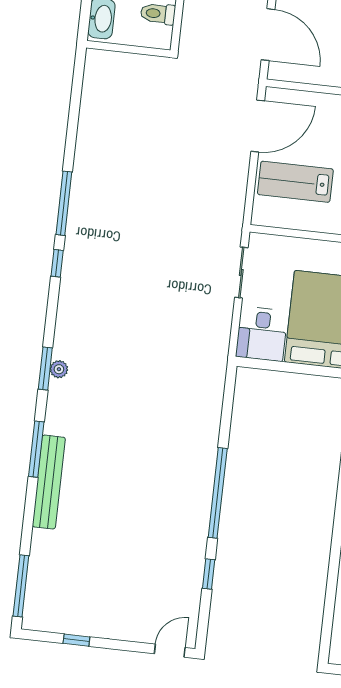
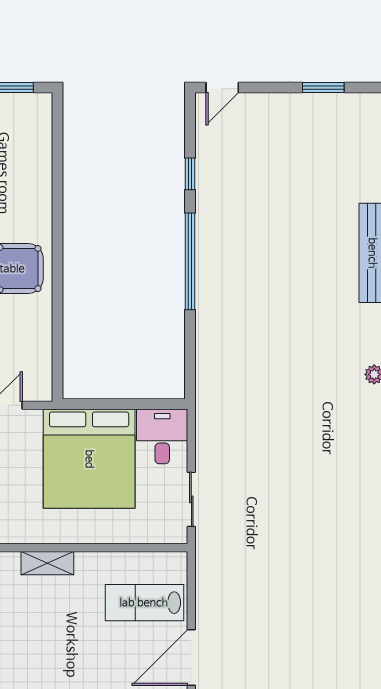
lab bench: (295, 182) -> (144, 603), turned 180
window: (76, 640) -> (323, 88), width x1.50

